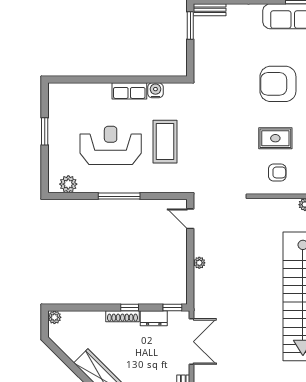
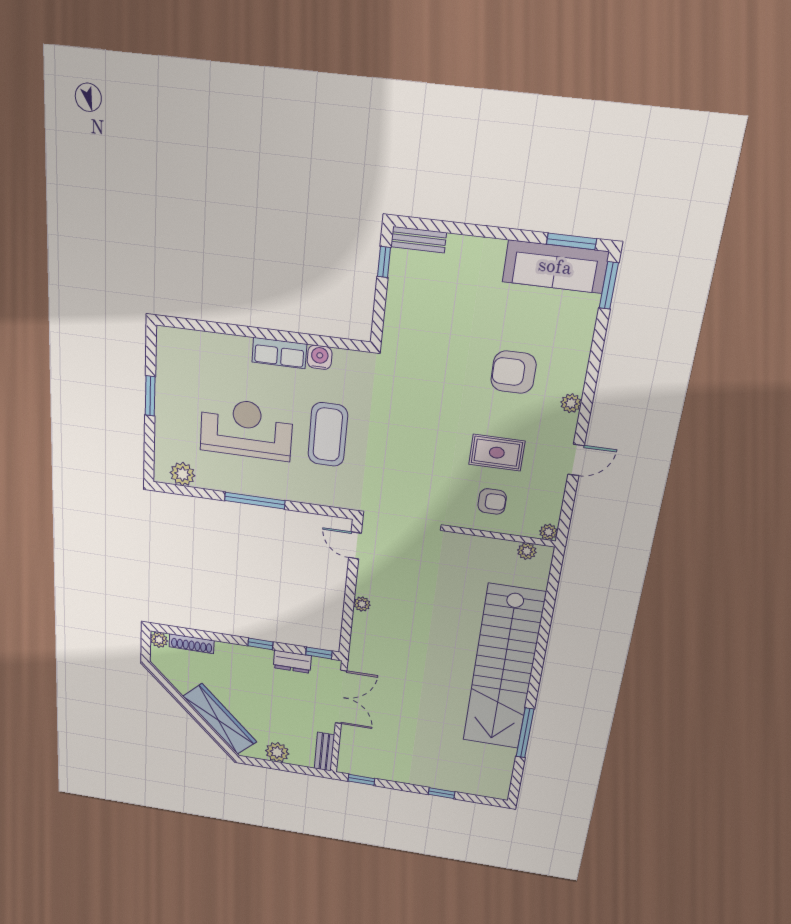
window: (190, 26) -> (384, 262), width x0.67
armchair: (278, 84) -> (514, 372), width x0.73, depth x0.73
shoe rack: (122, 316) -> (192, 644), moved

